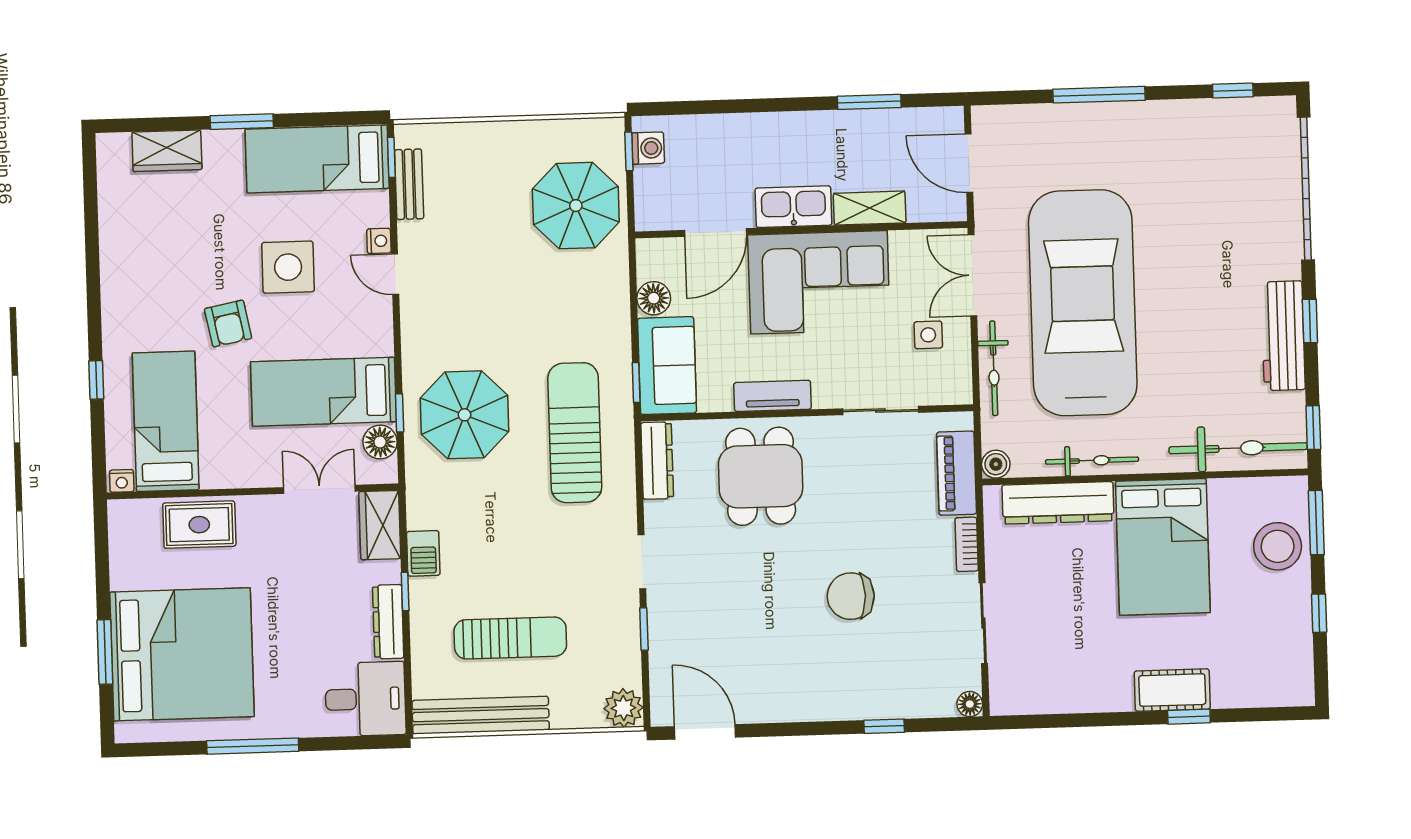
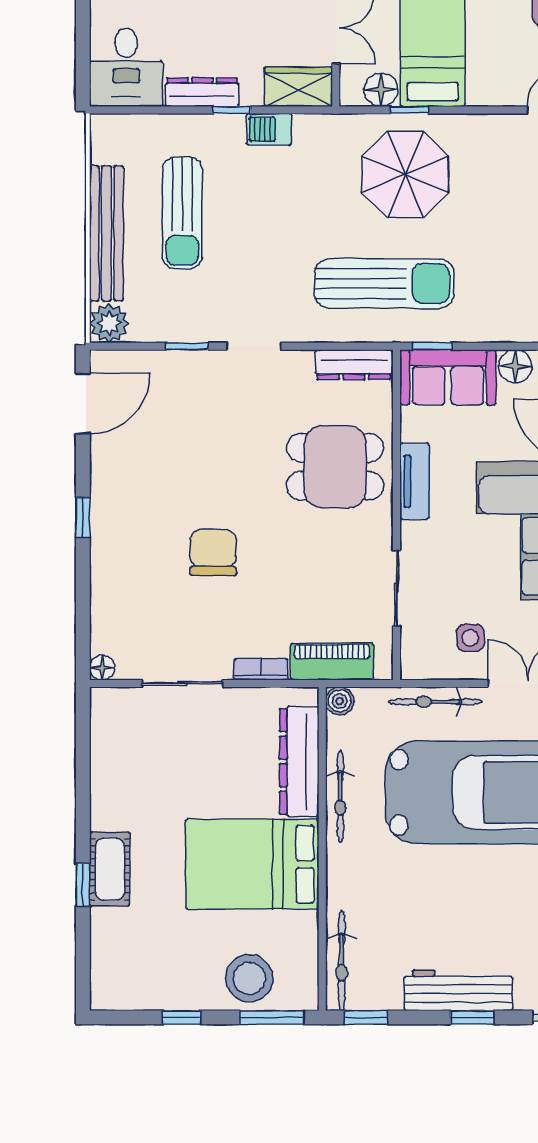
bicycle: (1238, 448) -> (342, 961), width x0.73, depth x0.71
bench: (481, 715) -> (106, 233), moved
window: (884, 726) -> (83, 517), moved

